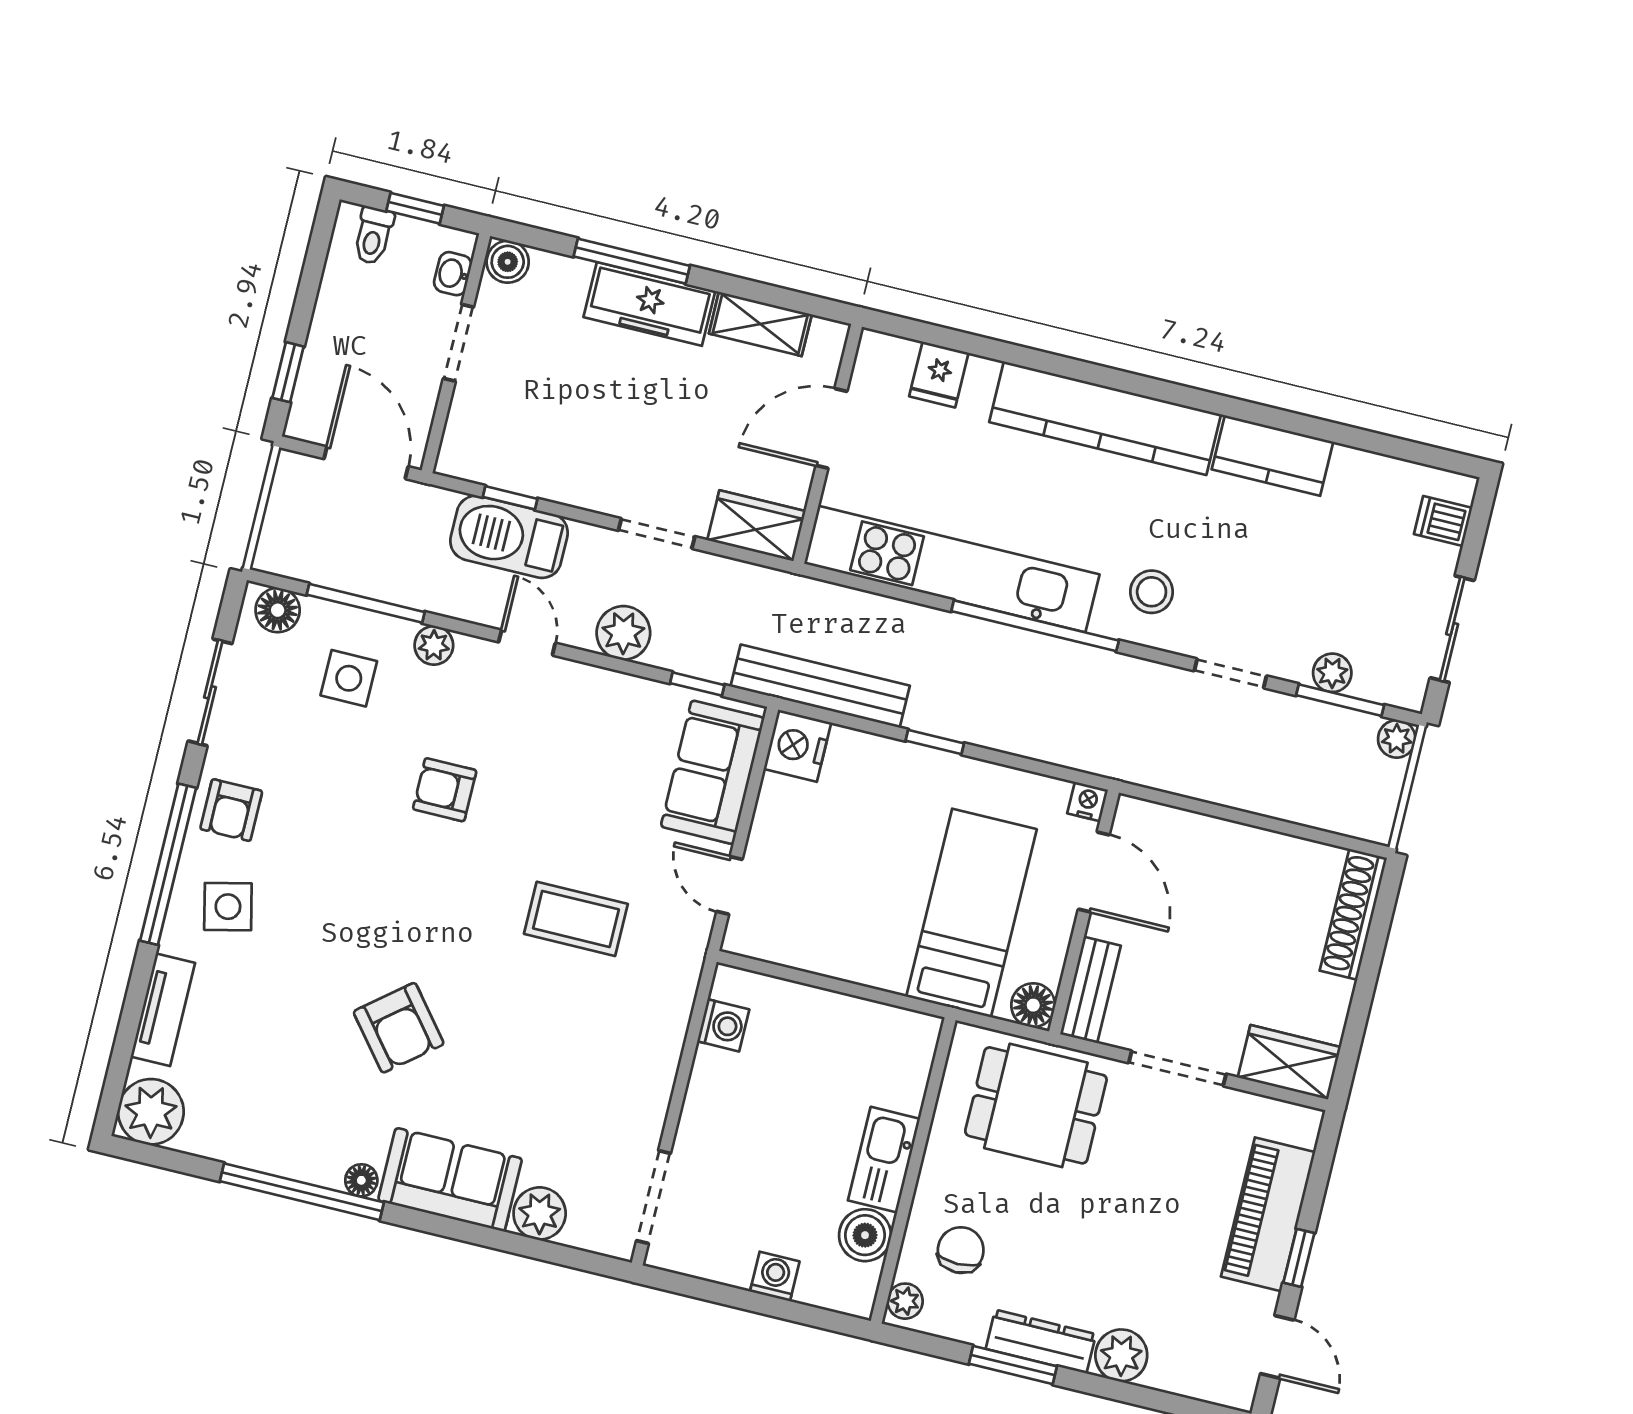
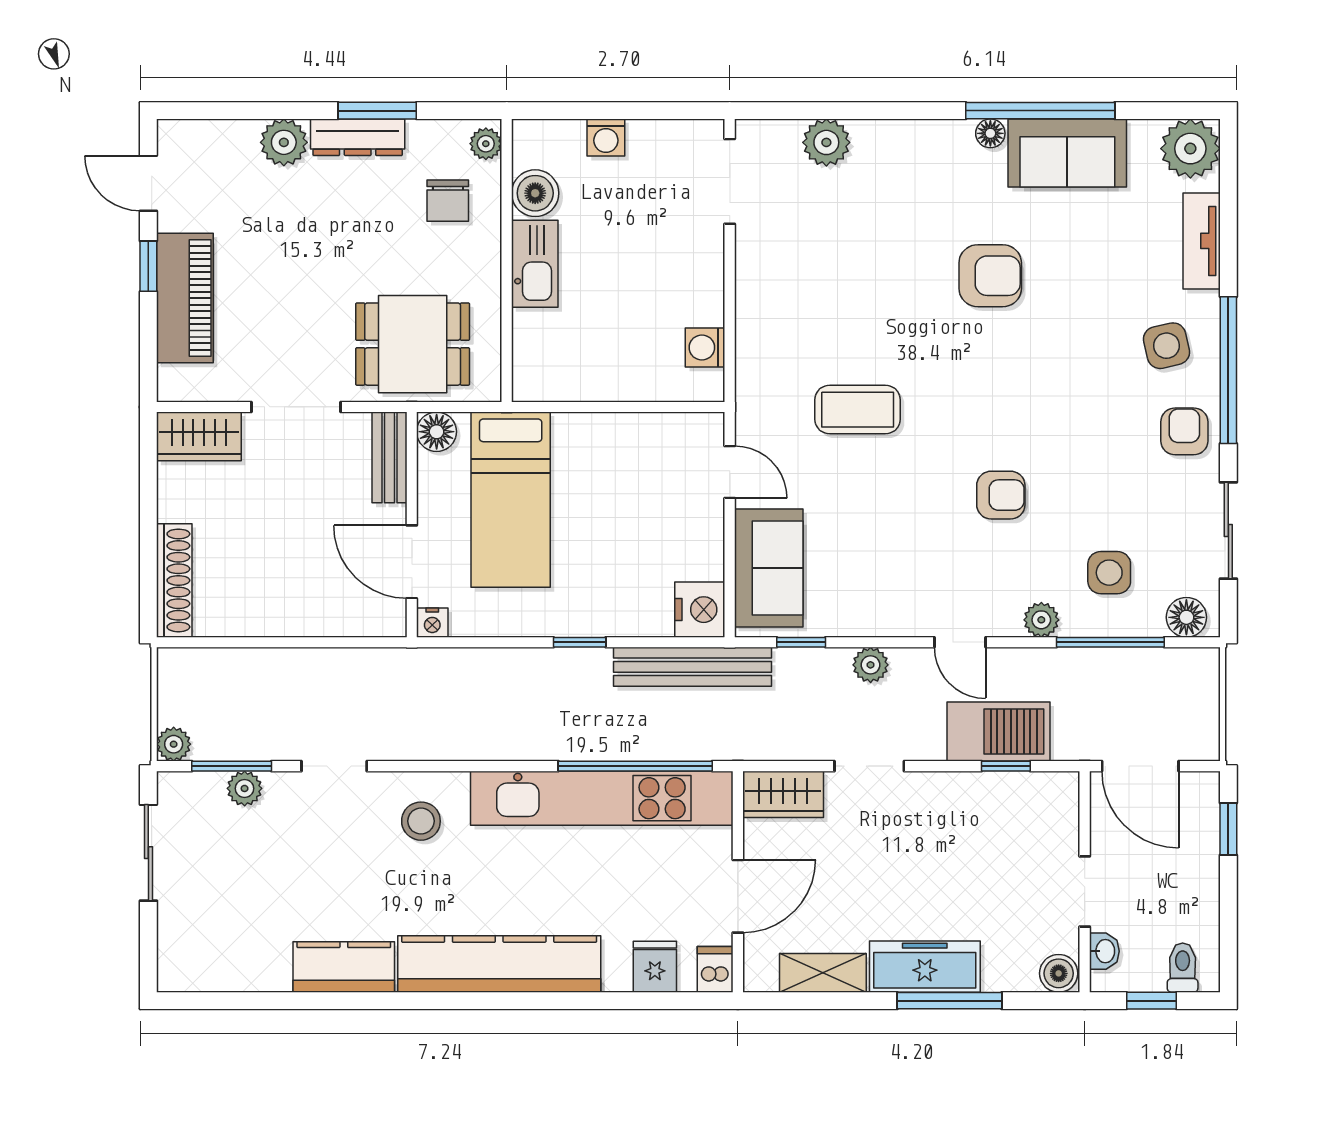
dishwasher: (1443, 521) -> (715, 969), moved, turned -90
window: (1035, 626) -> (635, 766), moved
plant: (623, 633) -> (871, 665), width x0.73, depth x0.73
armchair: (399, 1028) -> (990, 276), turned 129
sofa: (450, 1180) -> (1067, 153), moved

